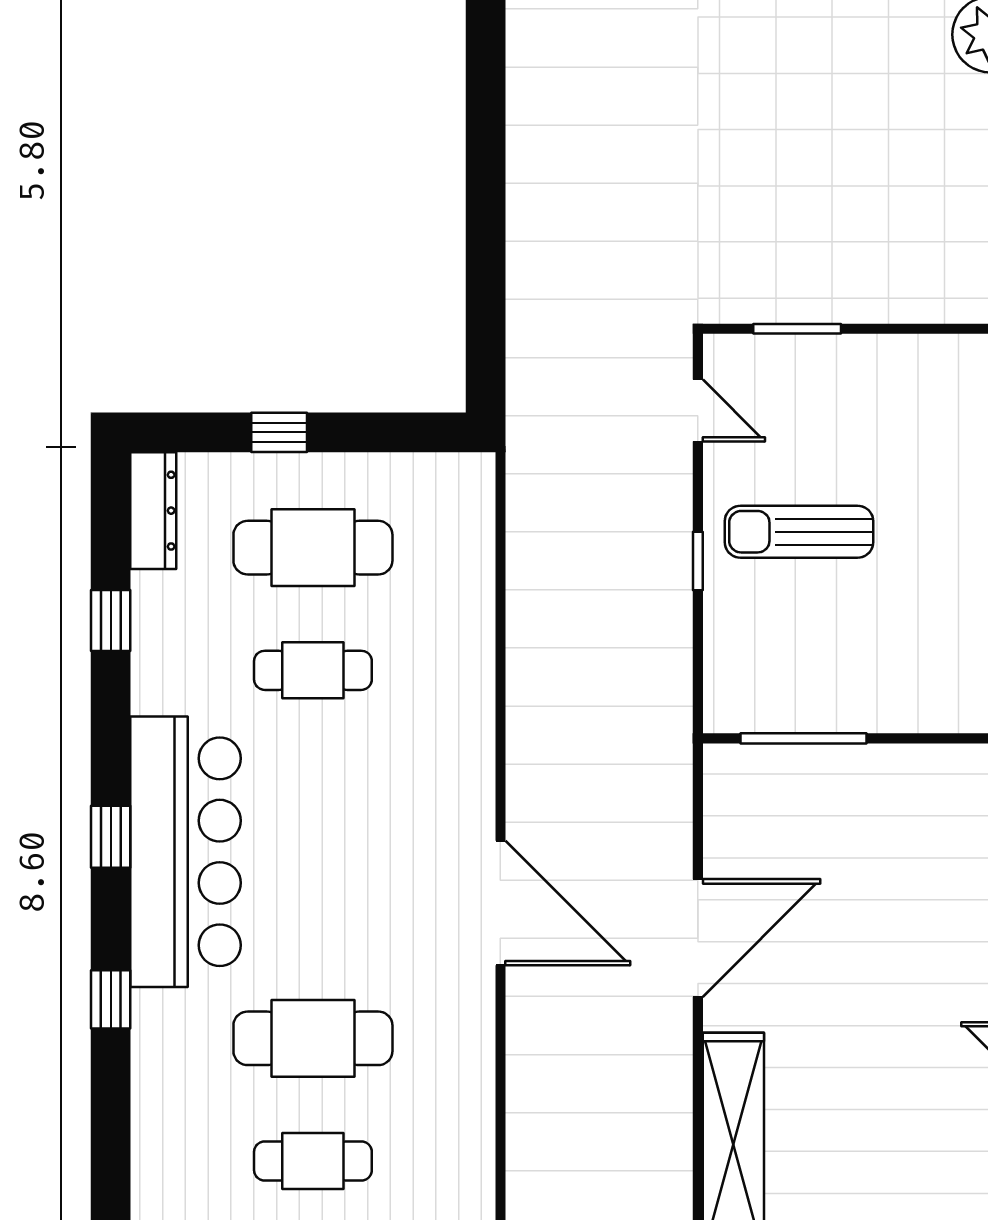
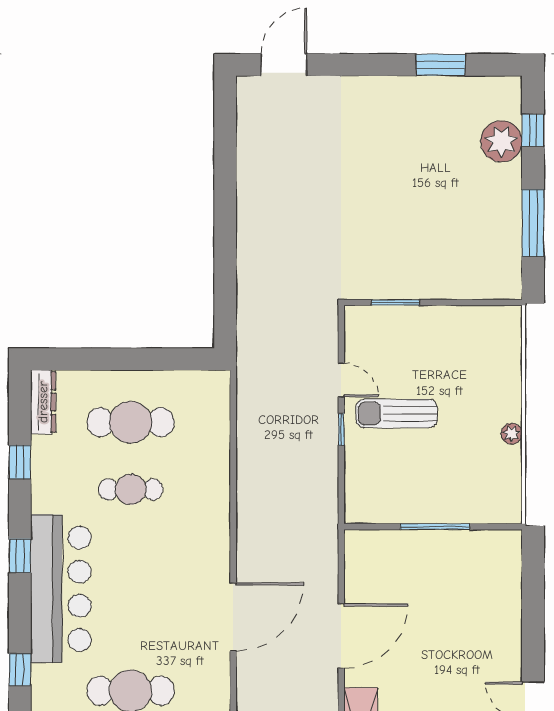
door: (698, 410) -> (341, 380), moved
window: (279, 432) -> (112, 359), removed
window: (803, 738) -> (435, 527), moved
window: (111, 837) -> (20, 556), moved
door: (500, 903) -> (233, 617), hinge flipped

